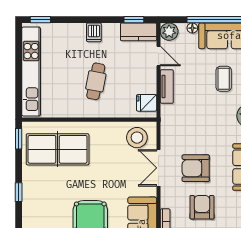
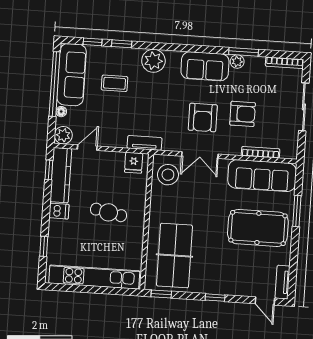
window: (40, 20) -> (44, 246), moved
kitchen counter: (139, 32) -> (61, 175), width x1.50
tv unit: (167, 86) -> (144, 143), moved
armchair: (202, 207) -> (243, 114), turned 180

